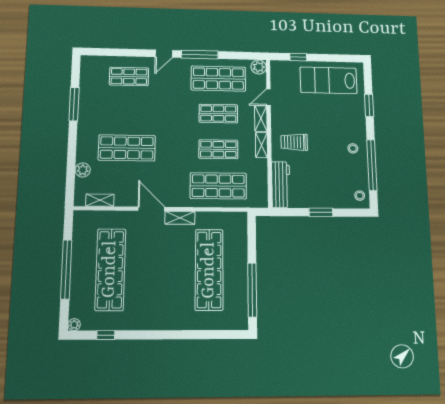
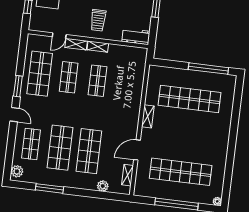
window: (200, 55) -> (18, 86), width x0.69
plant: (259, 67) -> (17, 171), moved
door: (269, 97) -> (59, 36), hinge flipped
workbench: (281, 185) -> (136, 36), width x0.73
shop shelf: (218, 186) -> (60, 148), moved
door: (151, 209) -> (137, 150), moved
window: (106, 335) -> (228, 179), removed

